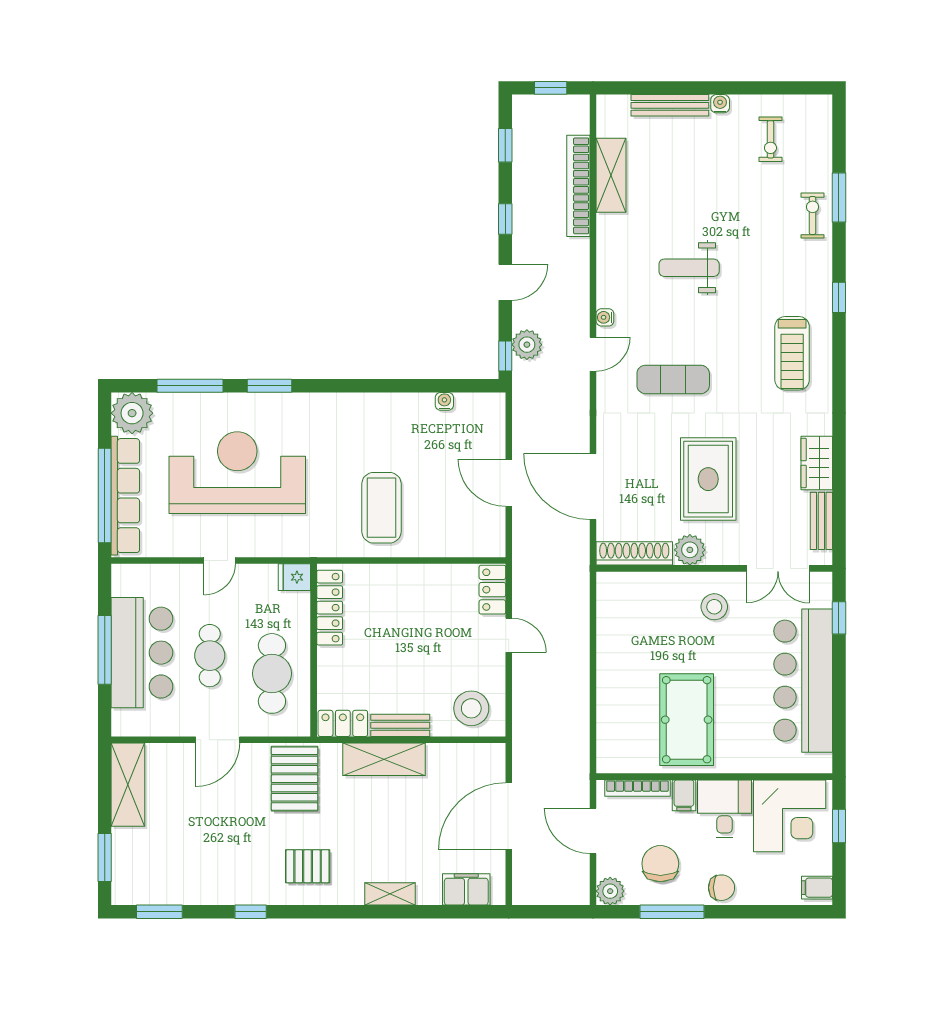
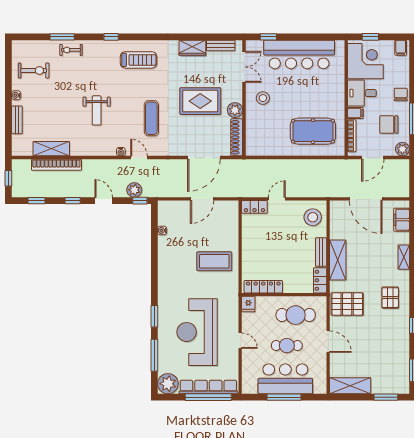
bench: (670, 105) -> (17, 120), width x0.73
exercise bike: (770, 139) -> (34, 71), width x1.38, depth x1.39
pool table: (687, 720) -> (313, 131), moved

